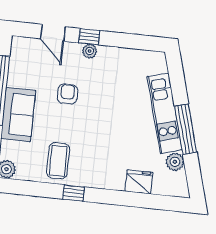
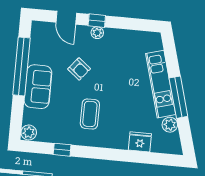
armchair: (67, 94) -> (79, 69), turned 129
coffee table: (58, 161) -> (90, 114), moved
window: (74, 193) -> (62, 150), moved

